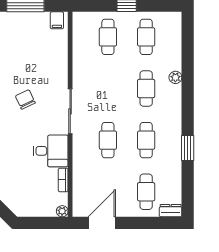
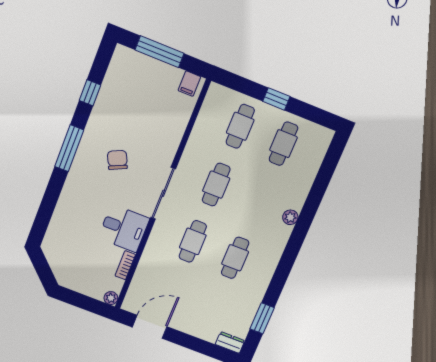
plant: (175, 77) -> (290, 217), moved
cafe table: (146, 89) -> (216, 185), moved
window: (188, 148) -> (262, 318), moved
cafe table: (146, 192) -> (212, 313), removed

